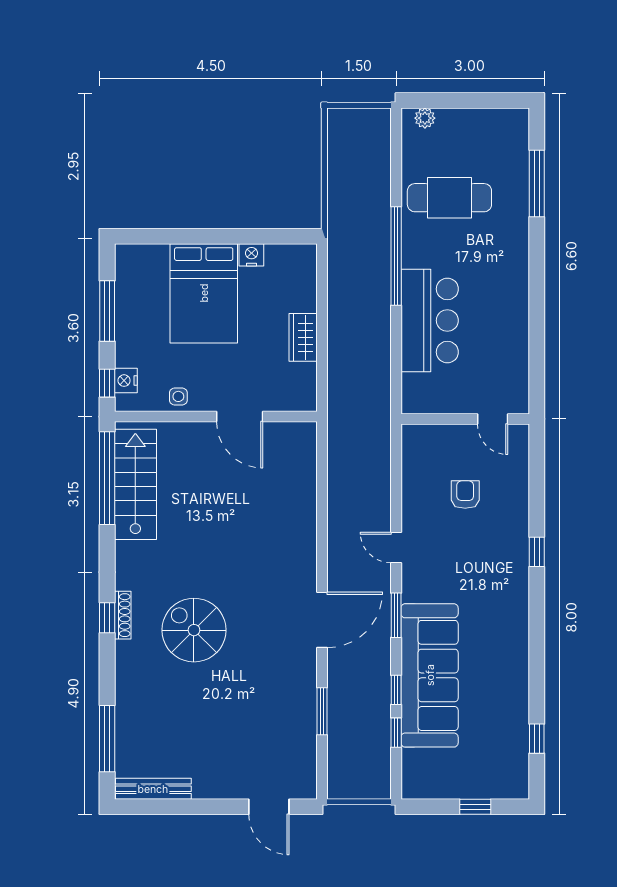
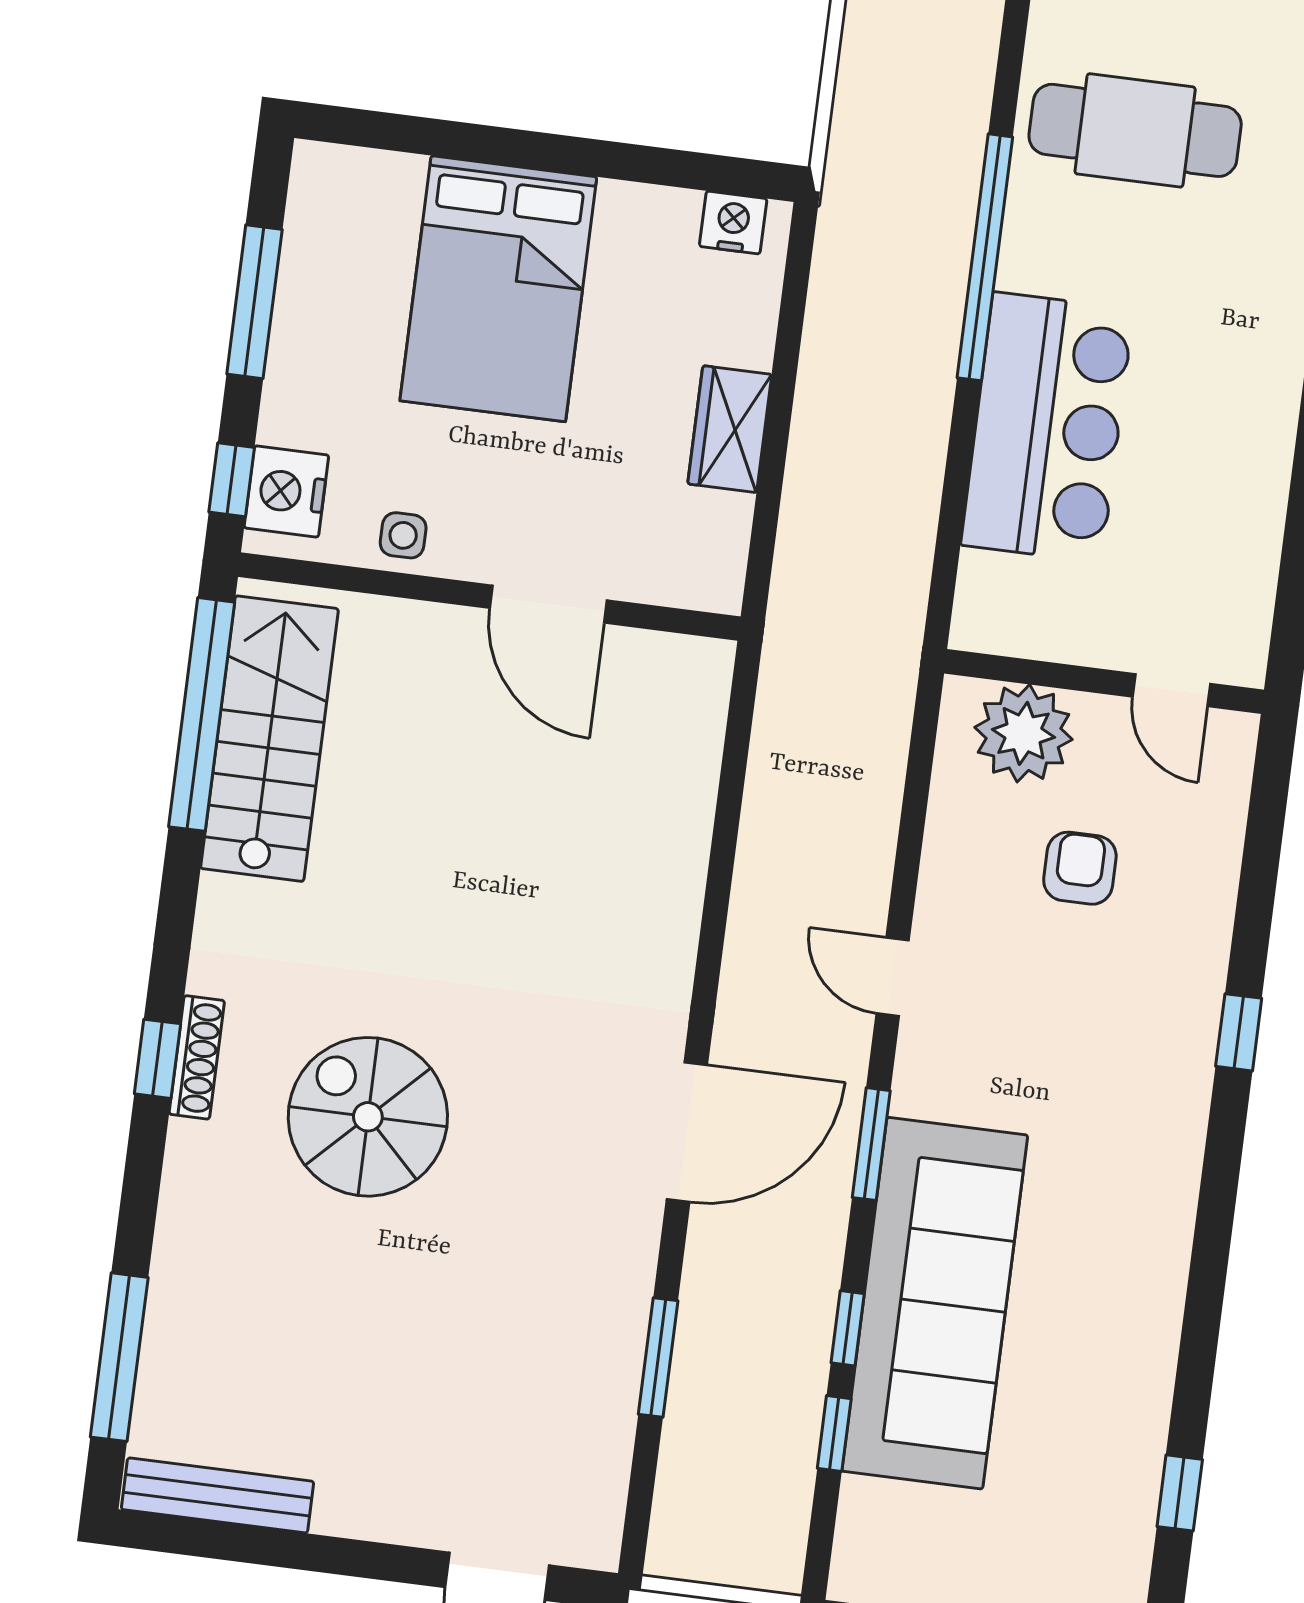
nightstand: (251, 255) -> (733, 223), moved
nightstand: (126, 381) -> (286, 491), width x1.36, depth x1.33
plant: (436, 444) -> (1023, 733), added

